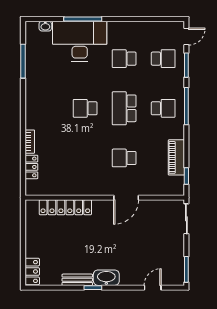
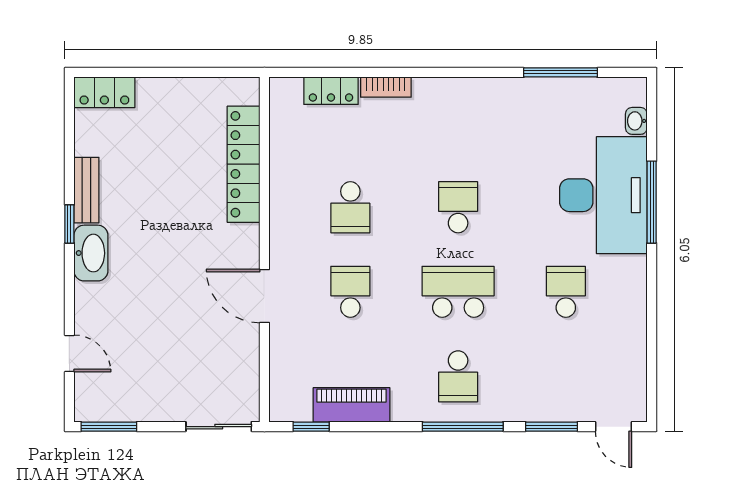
school desk: (163, 59) -> (350, 207), moved

